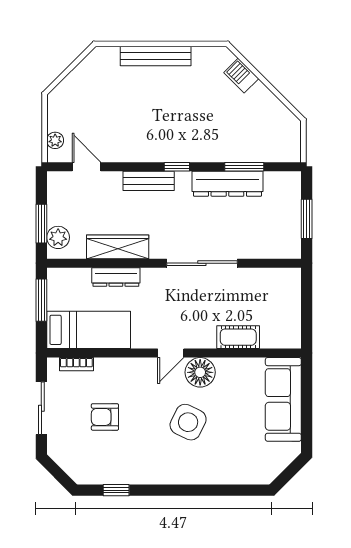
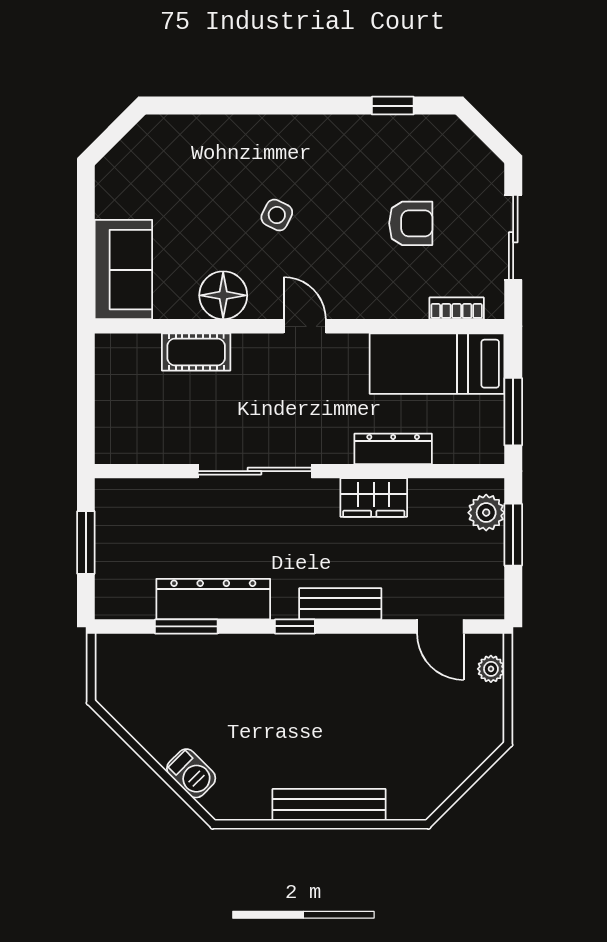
wardrobe: (118, 247) -> (374, 497), width x0.67
door: (171, 353) -> (305, 326), hinge flipped
floor lamp: (200, 372) -> (223, 295), moved
sofa: (283, 399) -> (123, 270), width x0.73
side table: (188, 422) -> (277, 215), width x0.54, depth x0.54

